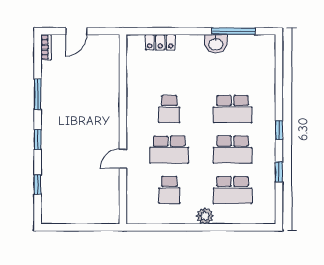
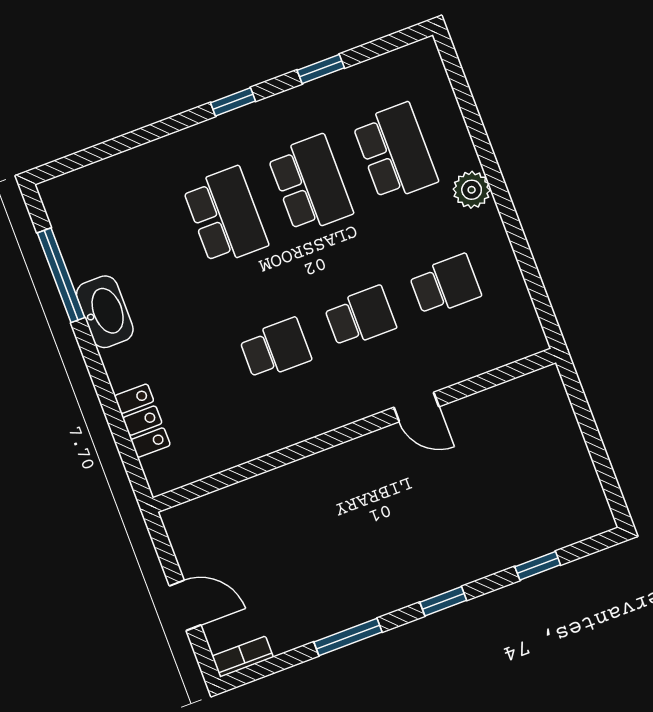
washbasin: (216, 44) -> (105, 312), width x1.38
school desk: (169, 150) -> (360, 317), width x0.54

